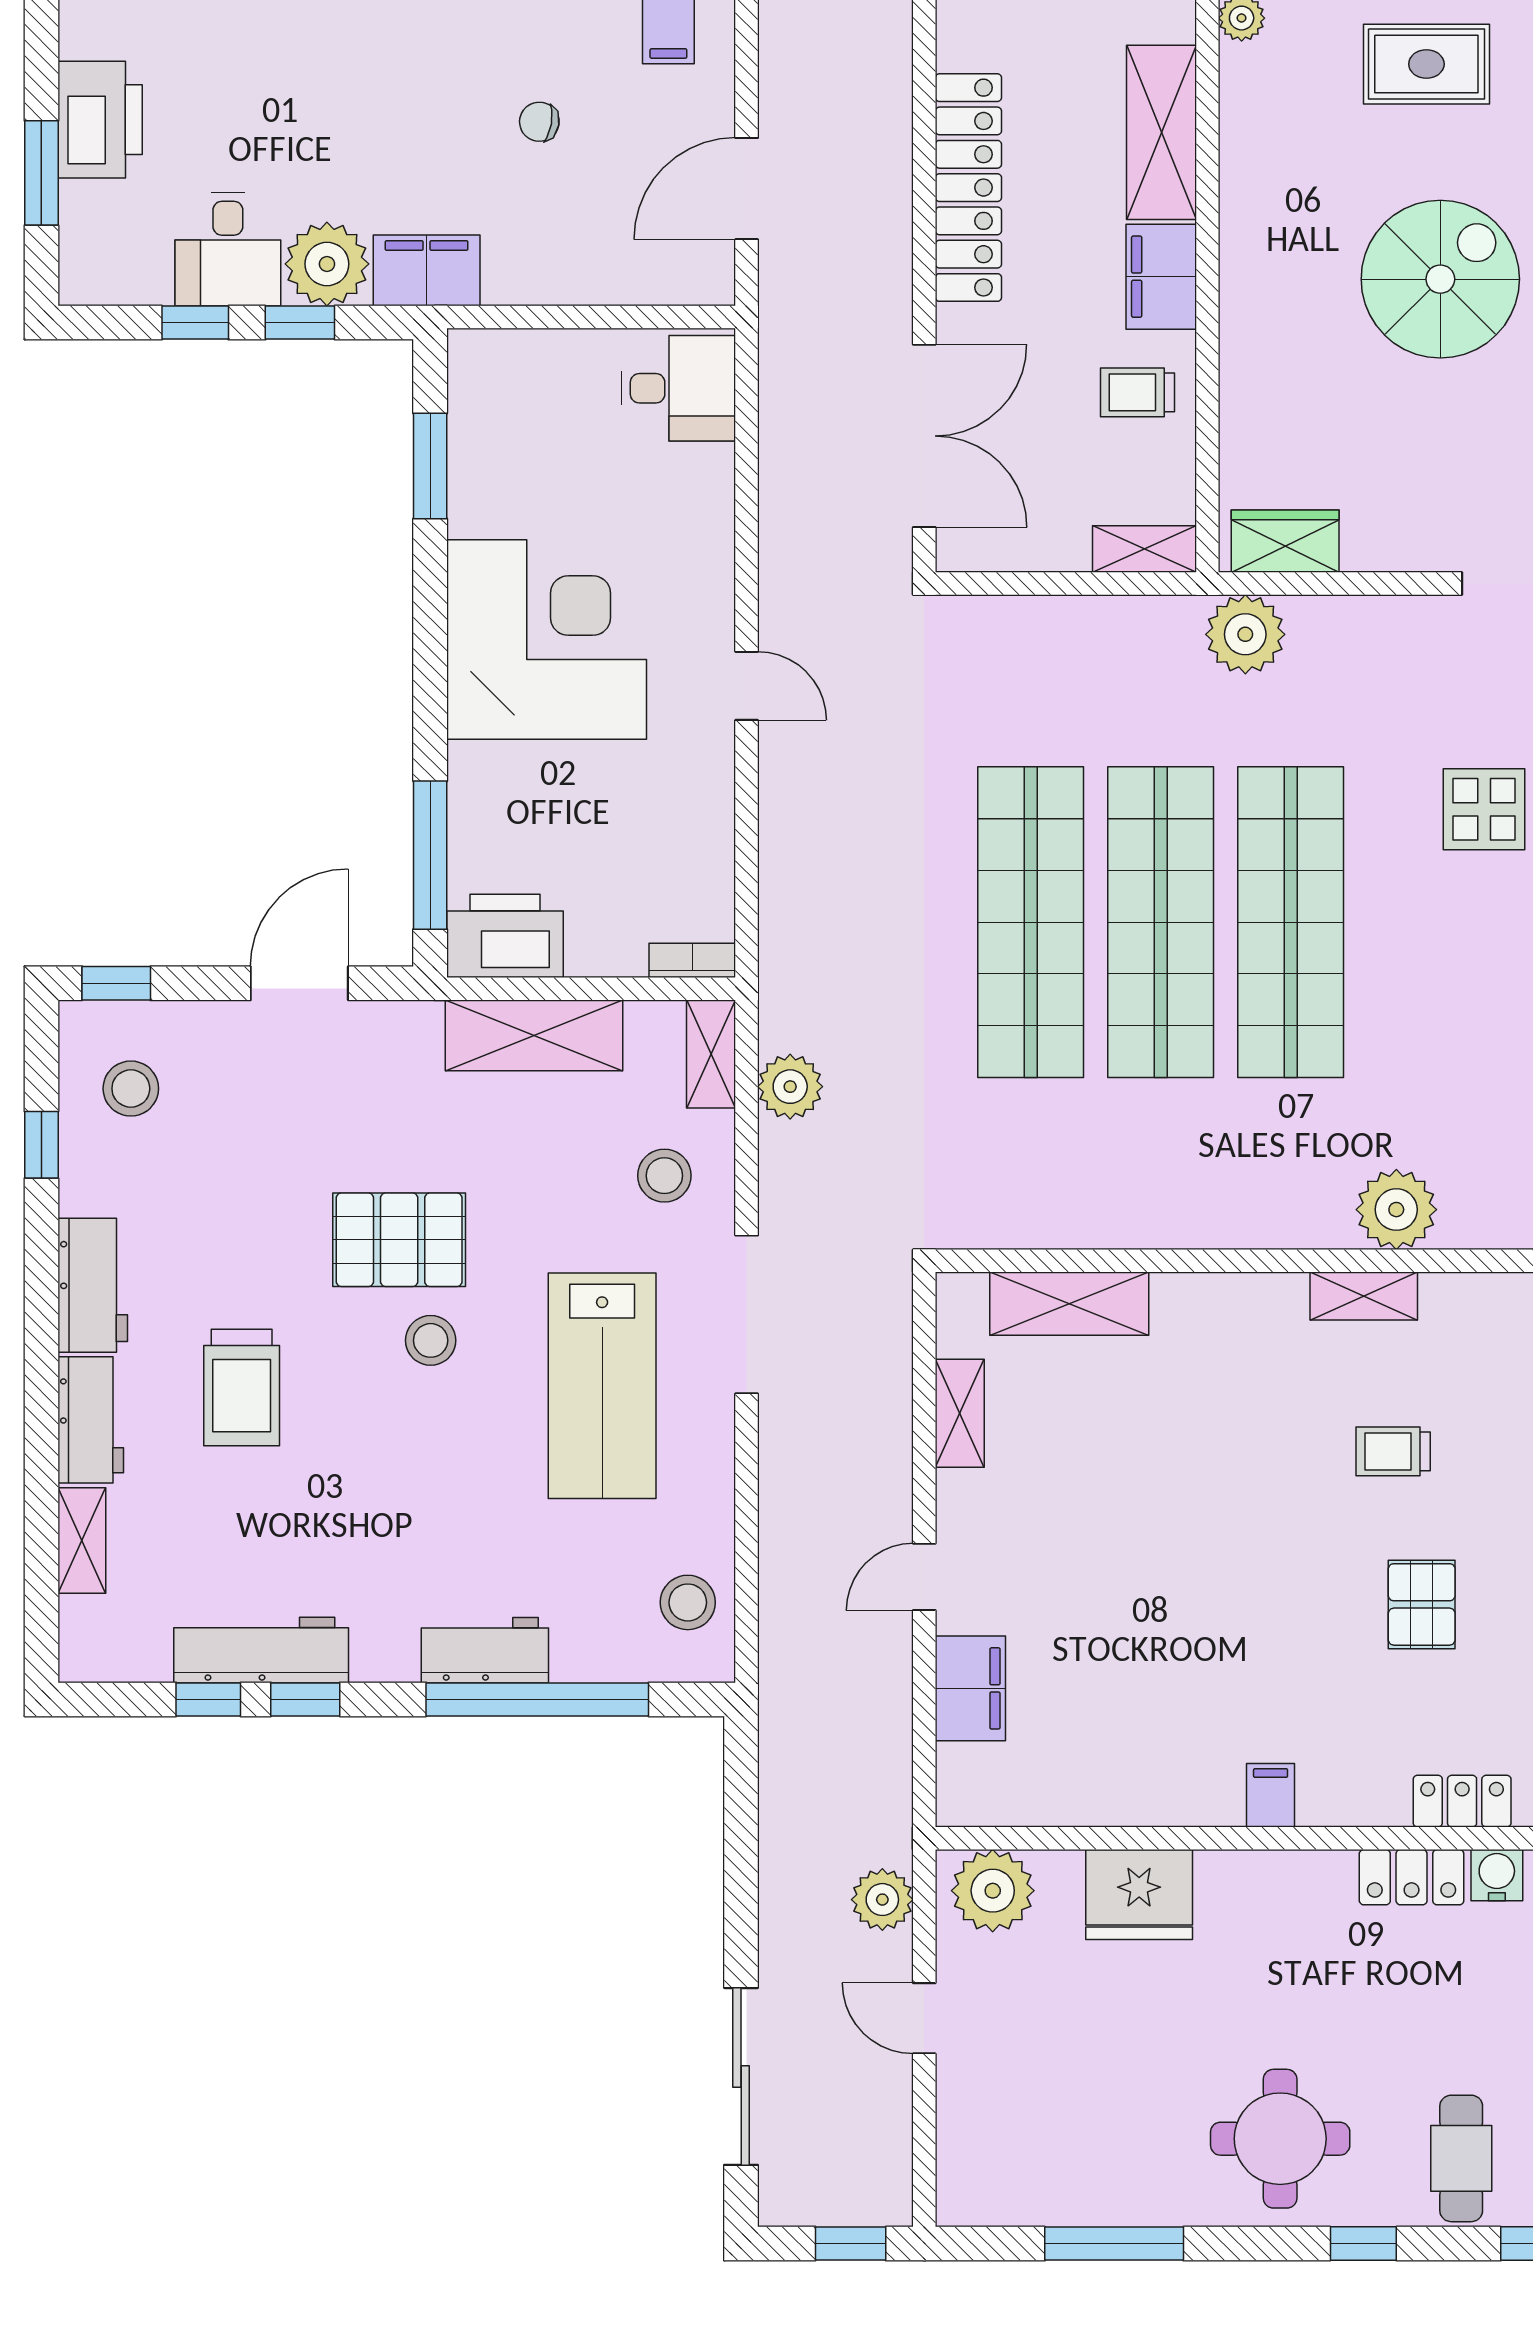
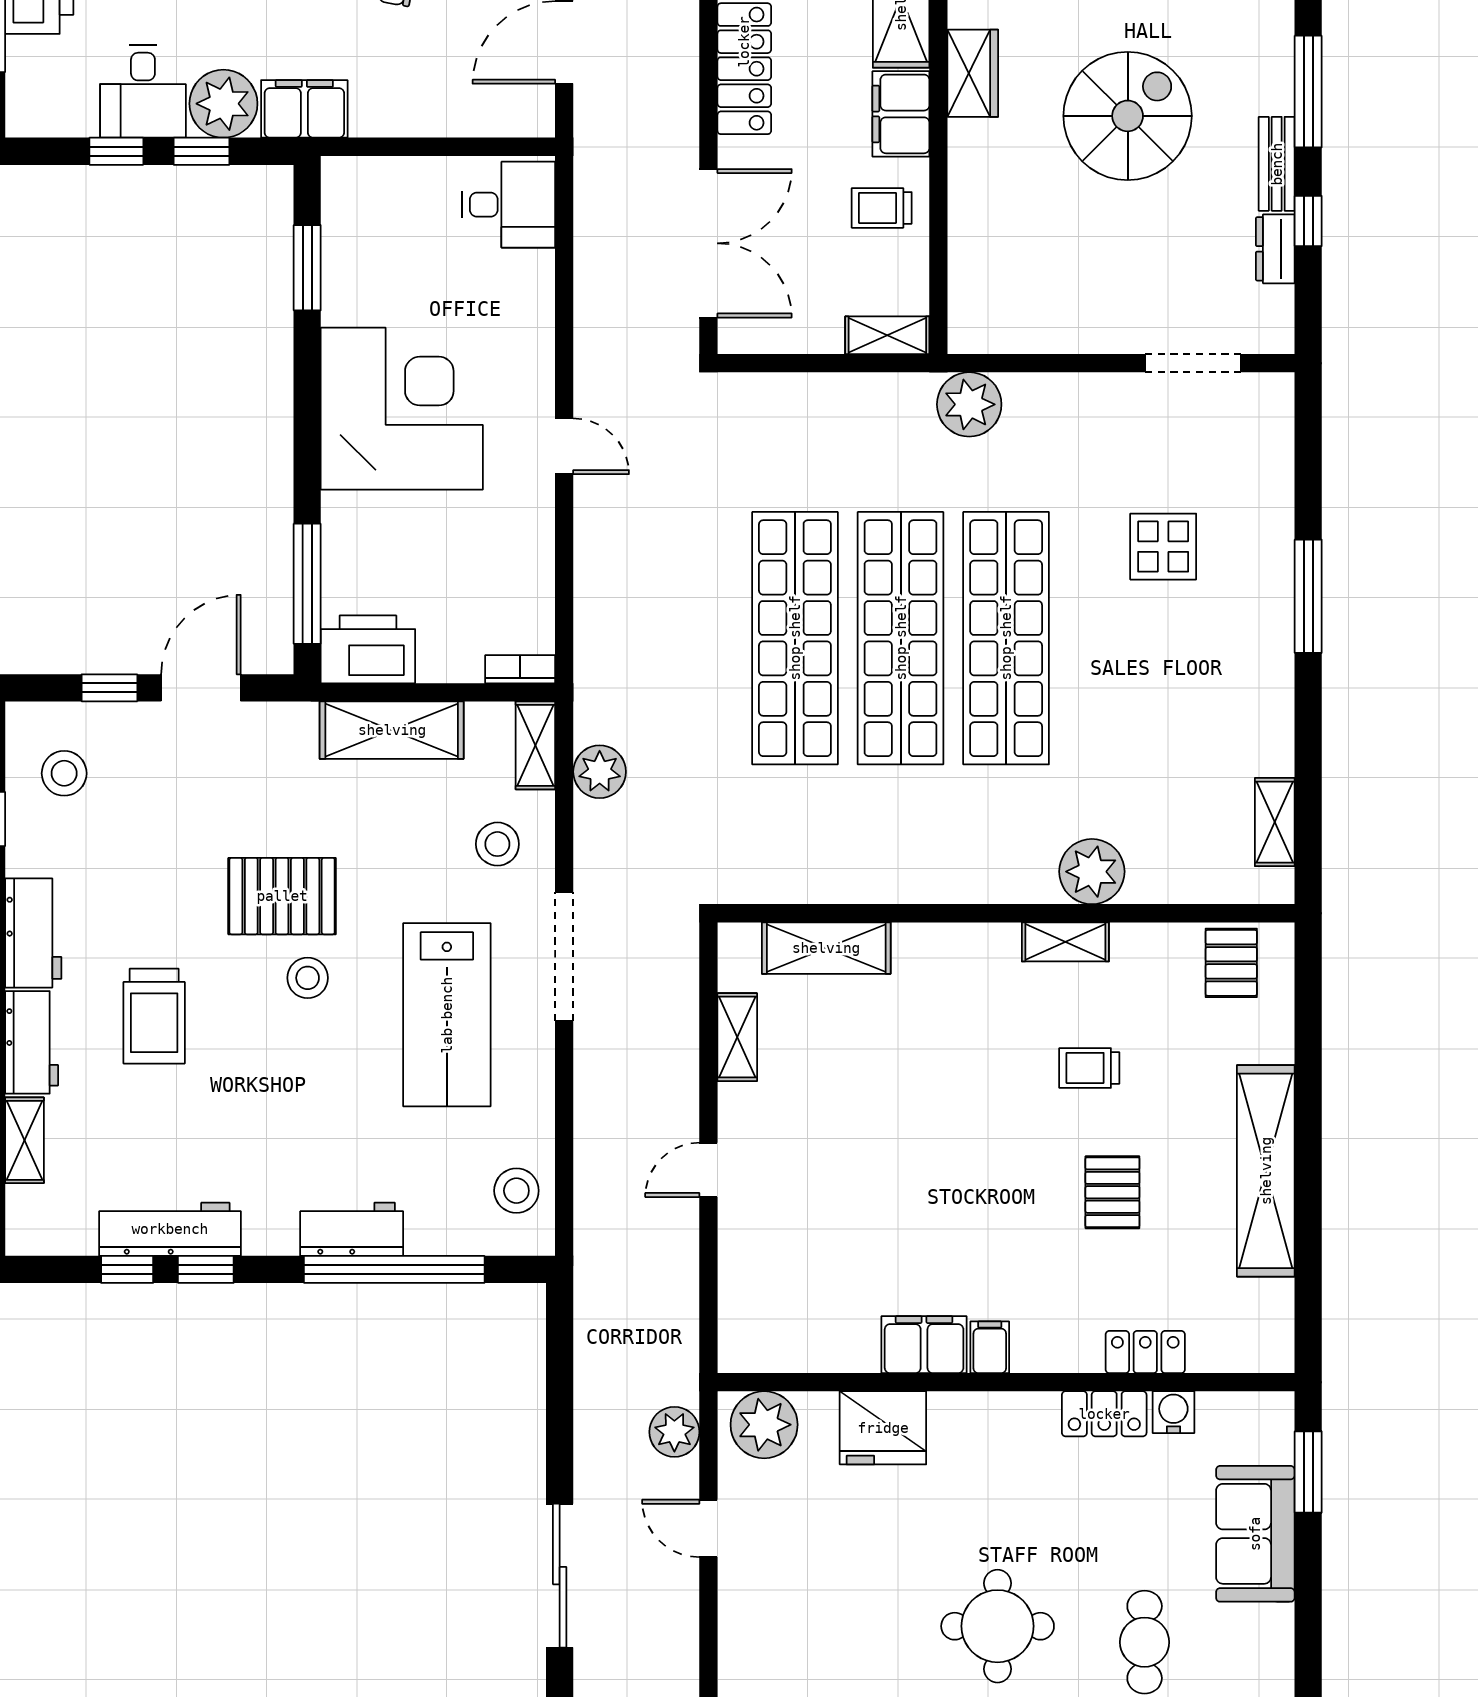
wardrobe: (1285, 541) -> (973, 73), moved, turned 90
window: (116, 983) -> (109, 688), moved
filing cabinet: (970, 1688) -> (924, 1345), moved, turned -90

